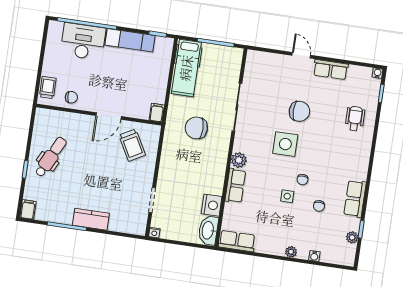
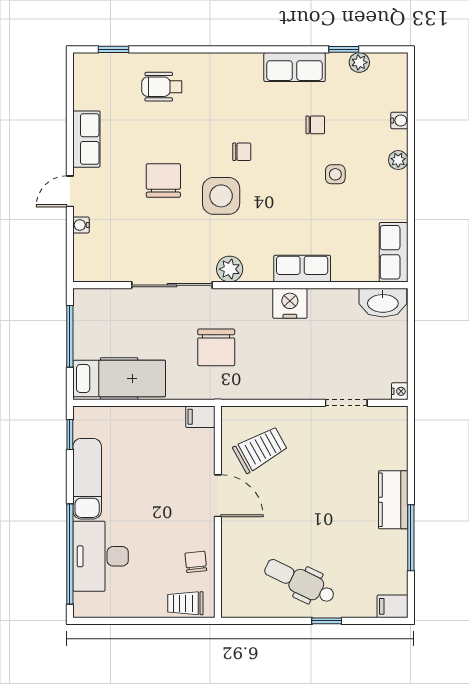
water cooler: (377, 73) -> (81, 225), moved
plant: (239, 160) -> (230, 269), moved
chair: (302, 180) -> (242, 152), moved
side table: (287, 196) -> (335, 174), moved
nightstand: (212, 205) -> (290, 303), moved

